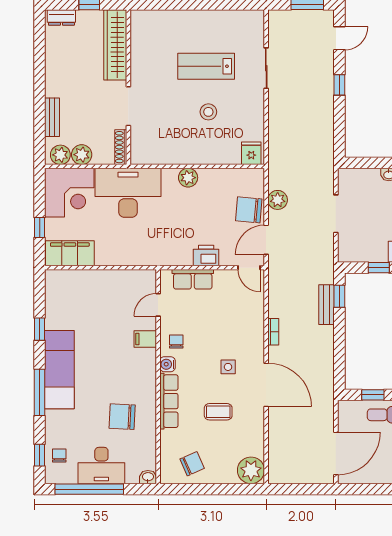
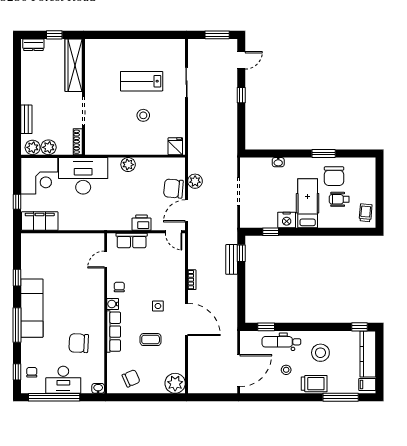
filing cabinet: (145, 339) -> (96, 285), removed

